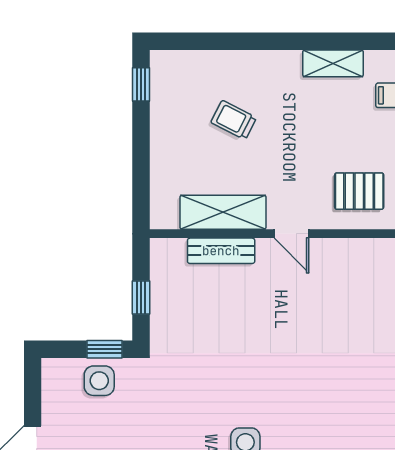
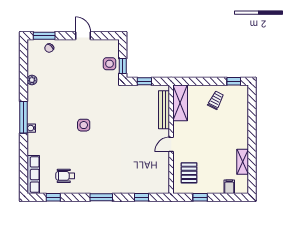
trolley: (234, 120) -> (216, 100), moved
shelving: (223, 212) -> (180, 103), moved
bench: (221, 251) -> (164, 110), width x1.36

